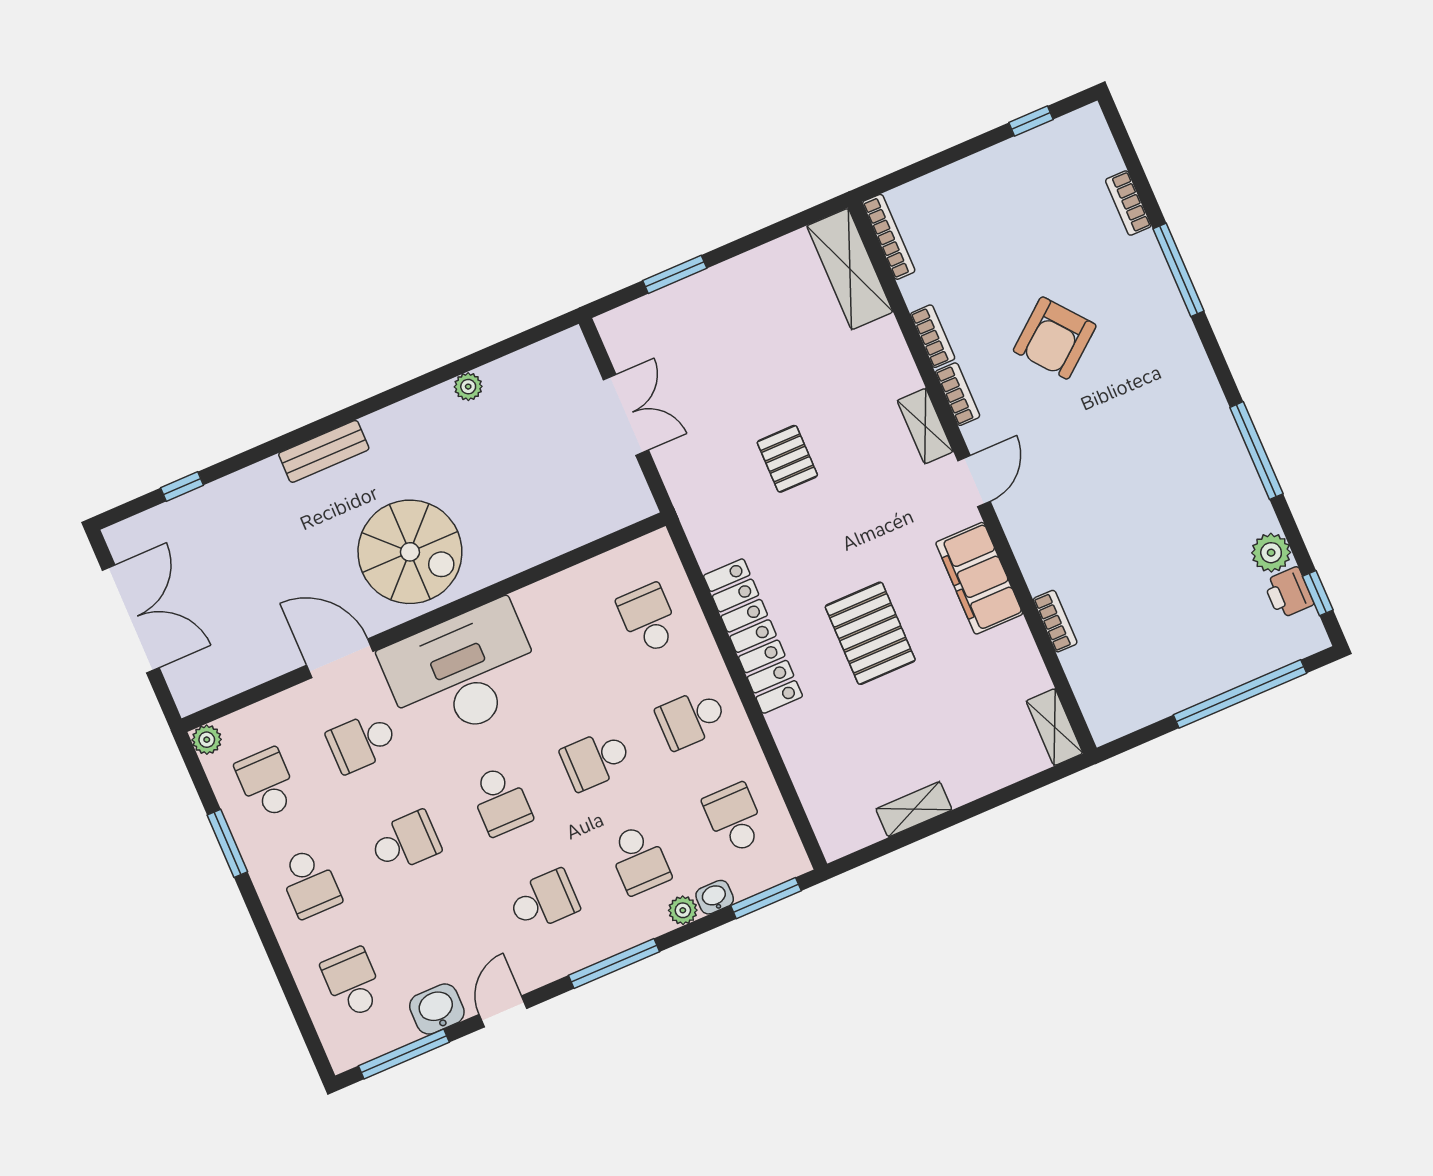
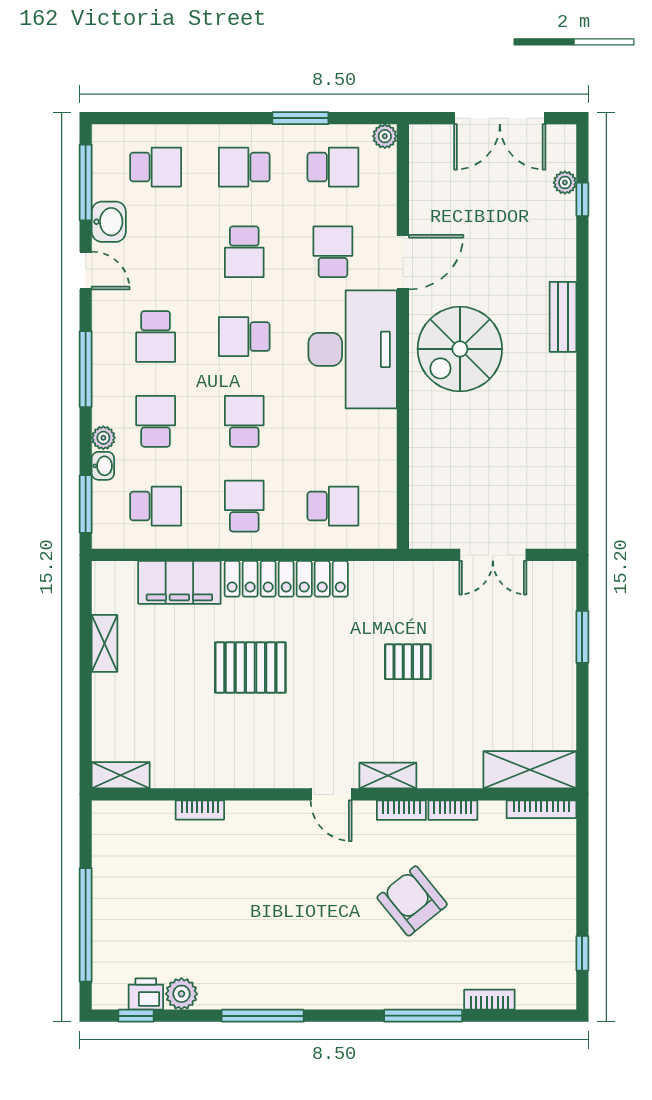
plant: (468, 387) -> (565, 183), moved
filing cabinet: (979, 578) -> (179, 582), moved, turned 180
school desk: (639, 859) -> (156, 421), turned 90

